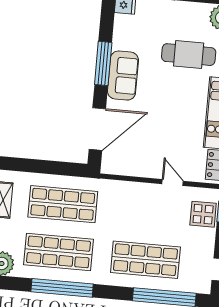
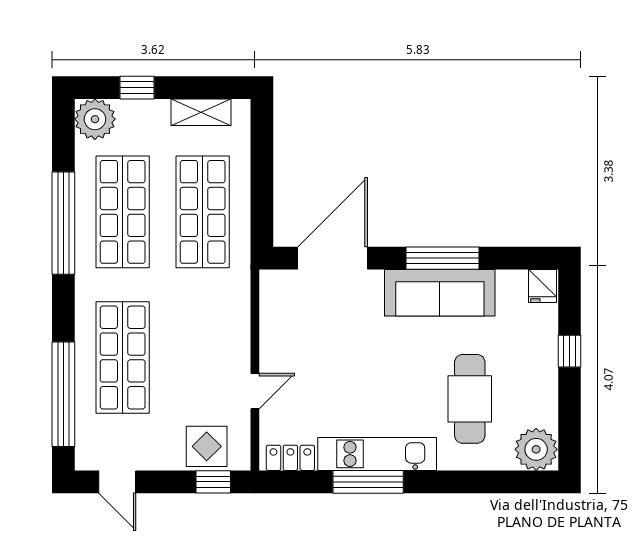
sofa: (123, 76) -> (440, 293), width x1.36
door: (97, 129) -> (333, 258), swing flipped

